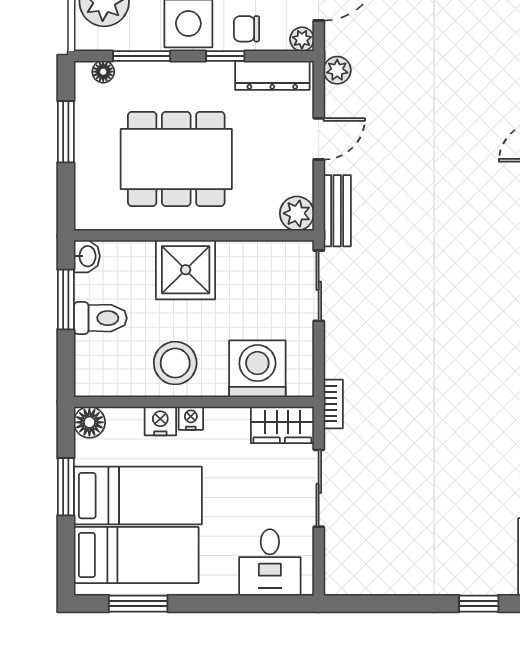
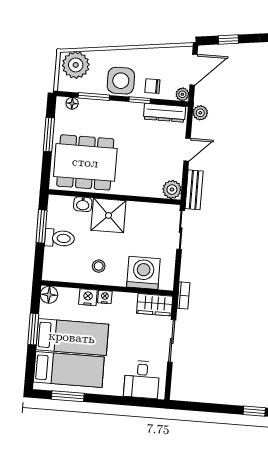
dining table: (176, 159) -> (85, 162), moved
washbasin: (87, 256) -> (83, 204), moved, turned 90
stool: (175, 363) -> (99, 266), width x0.53, depth x0.53

